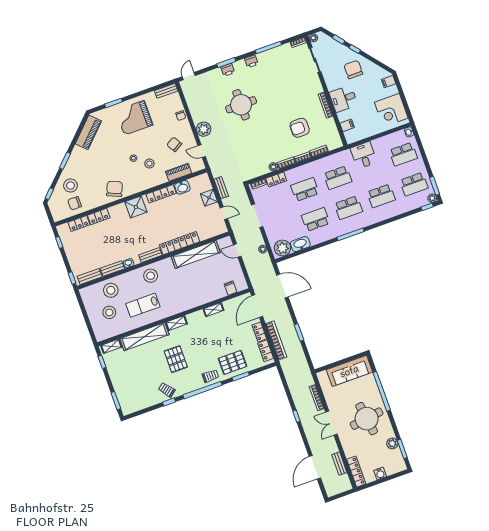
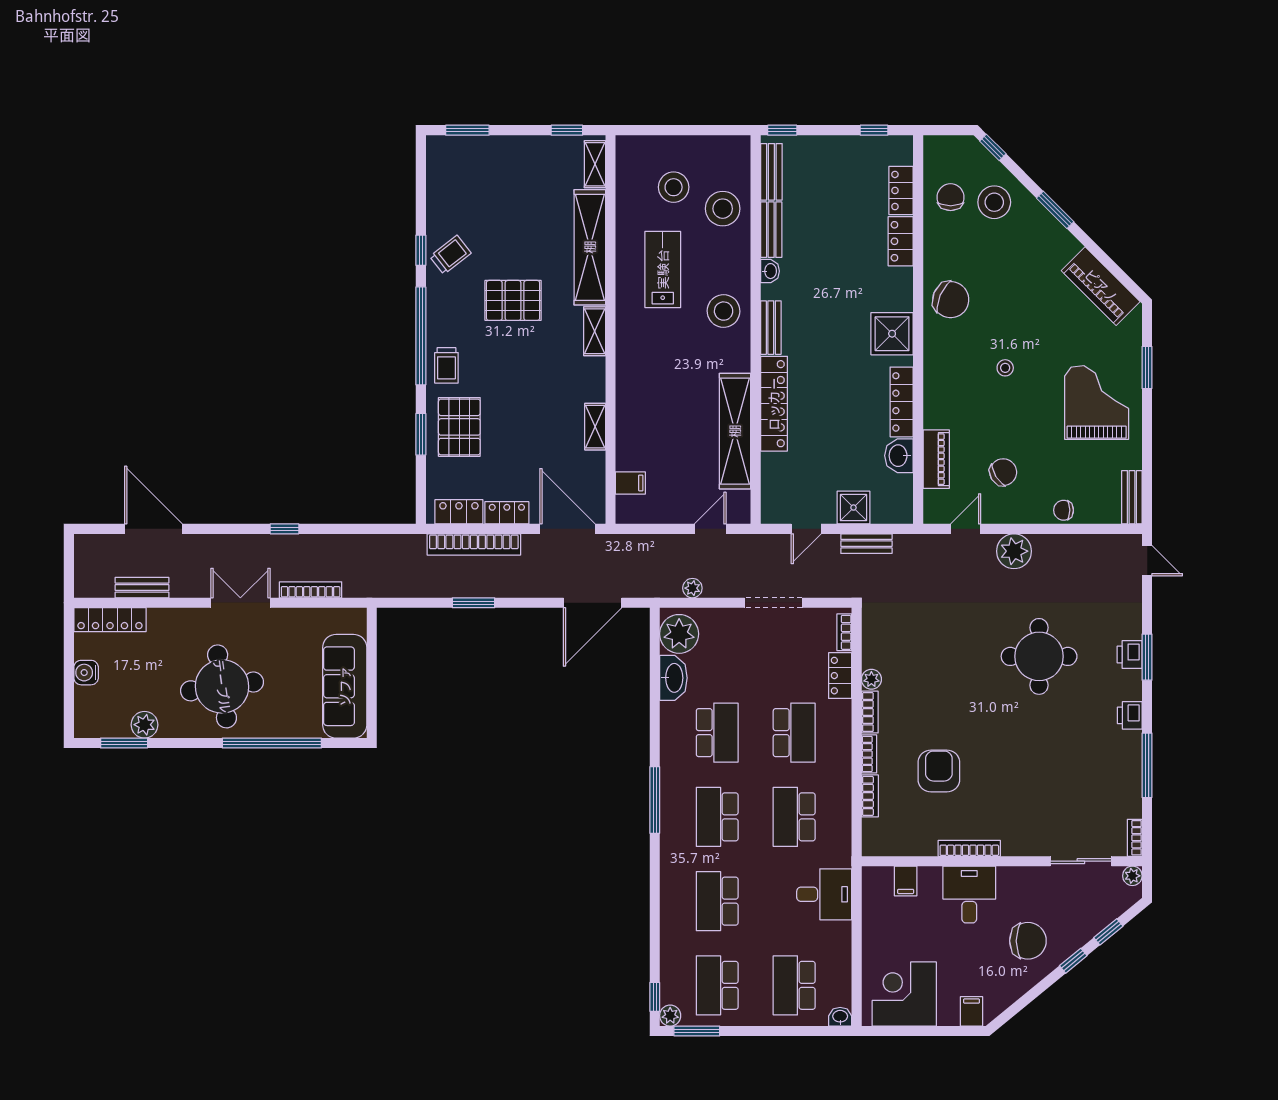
stool: (149, 163) -> (980, 400), removed

